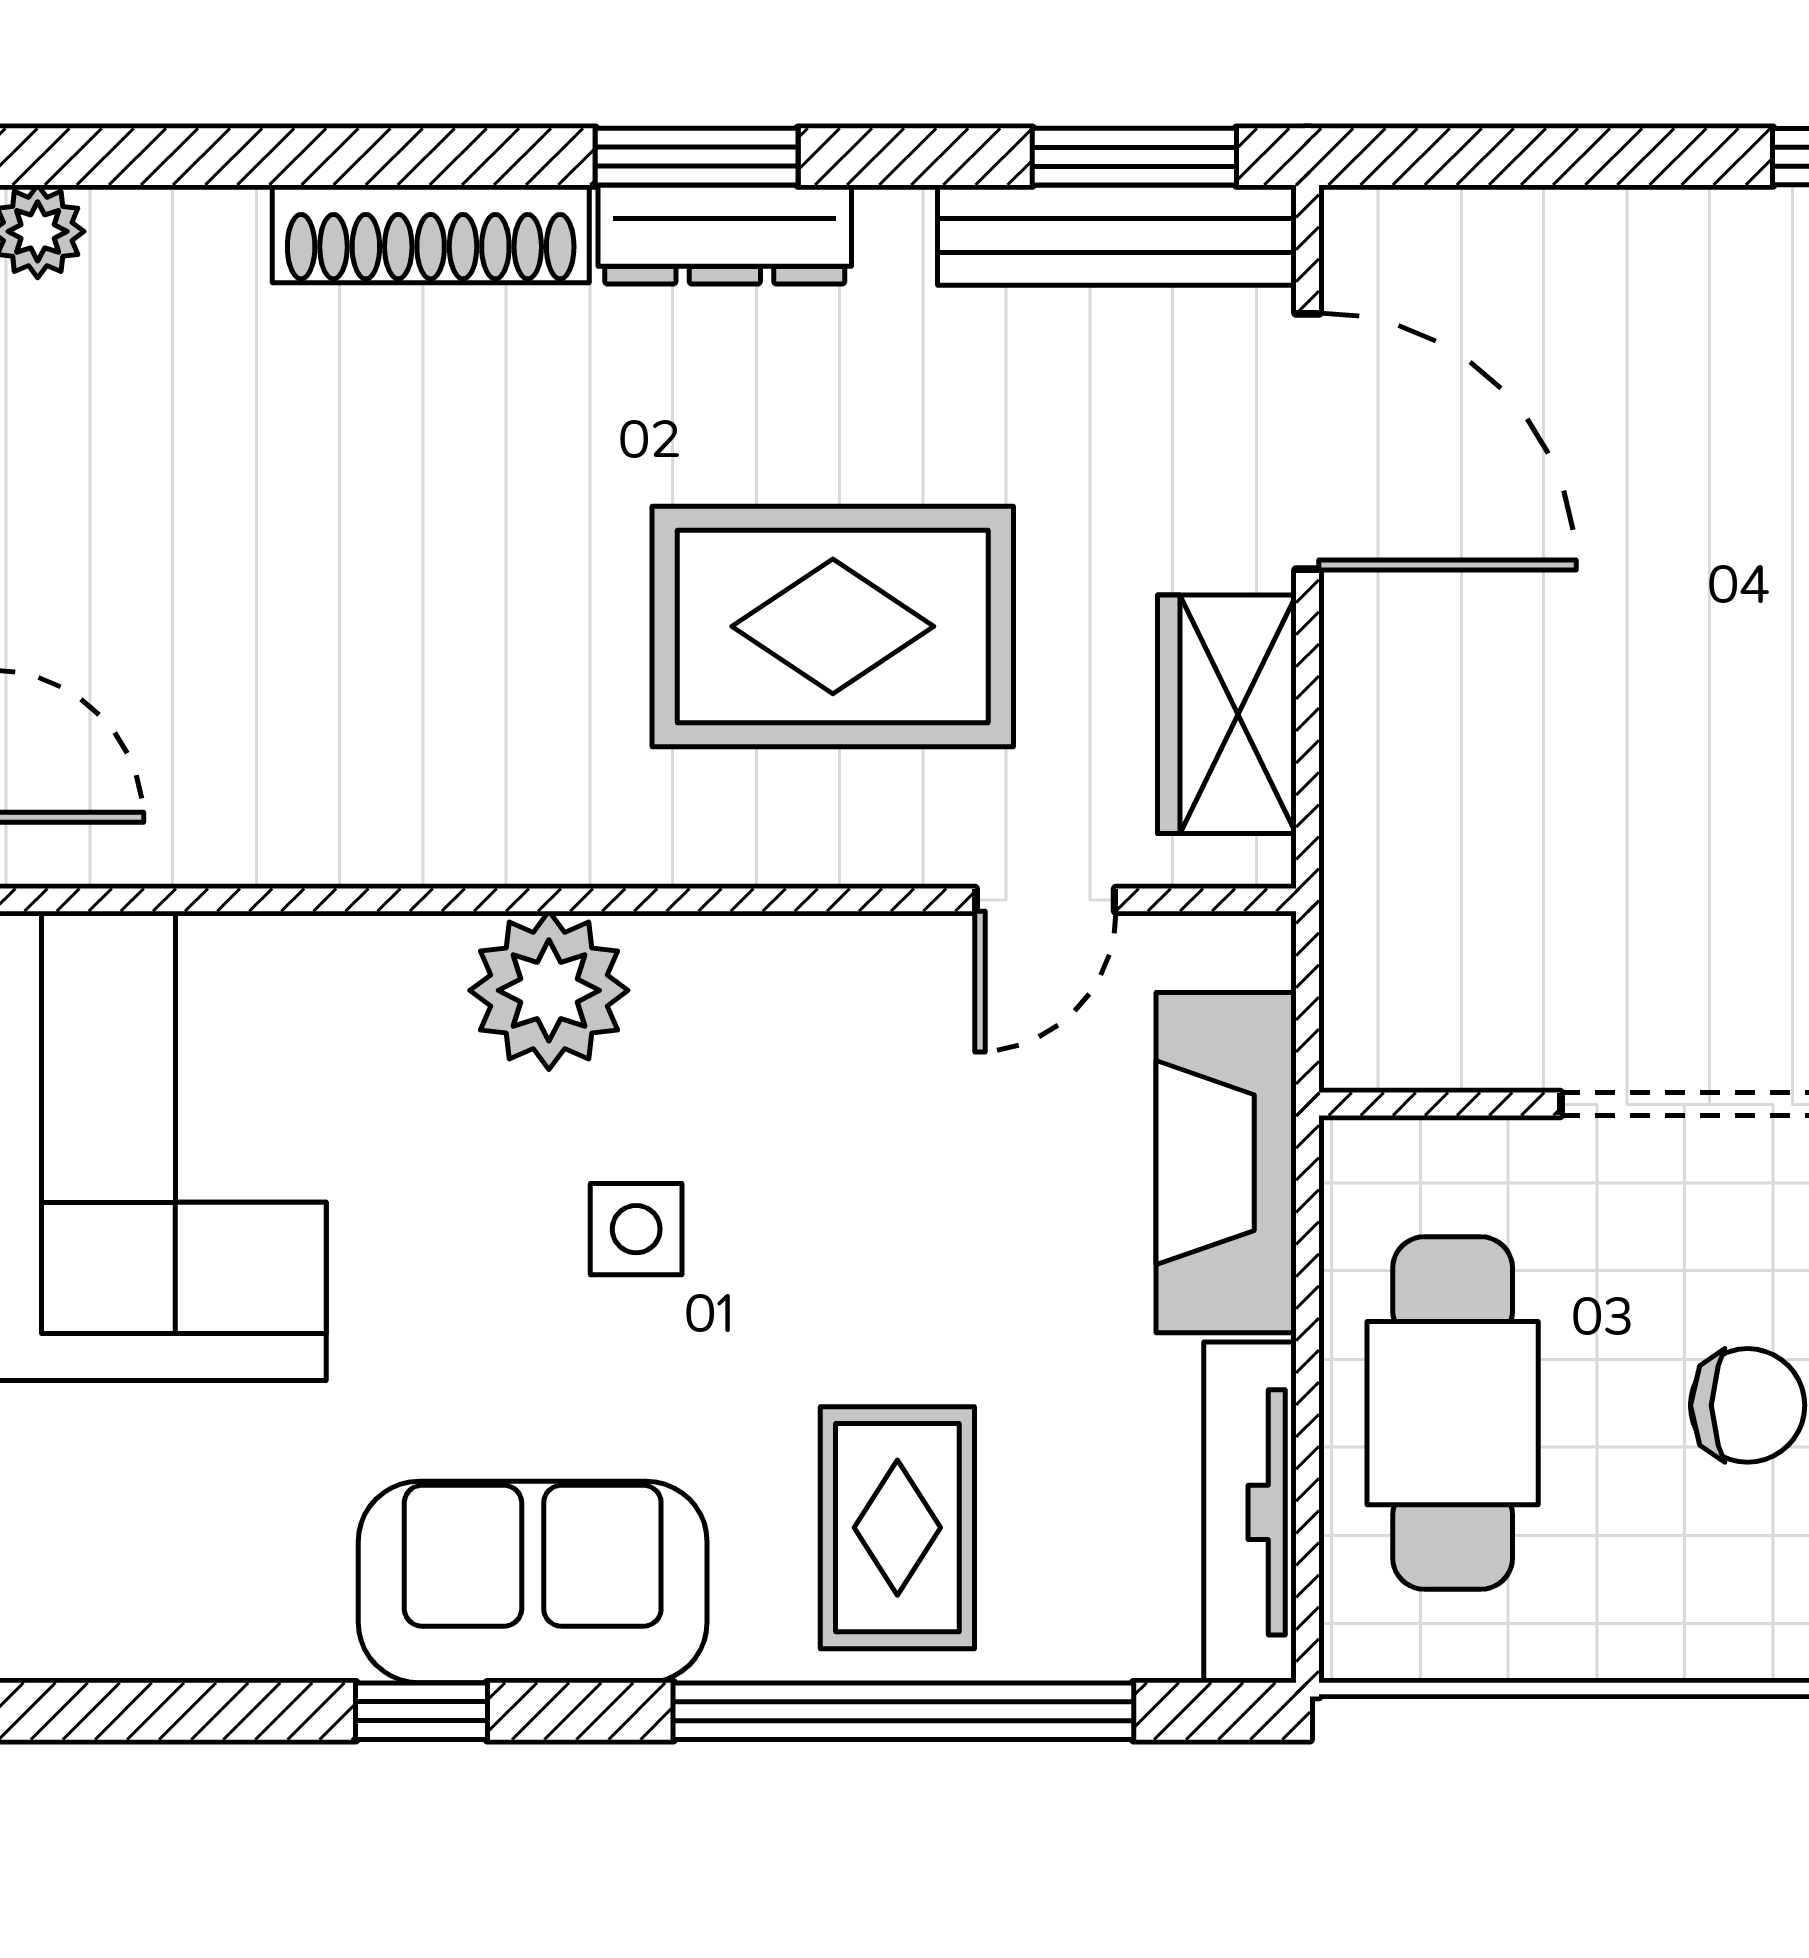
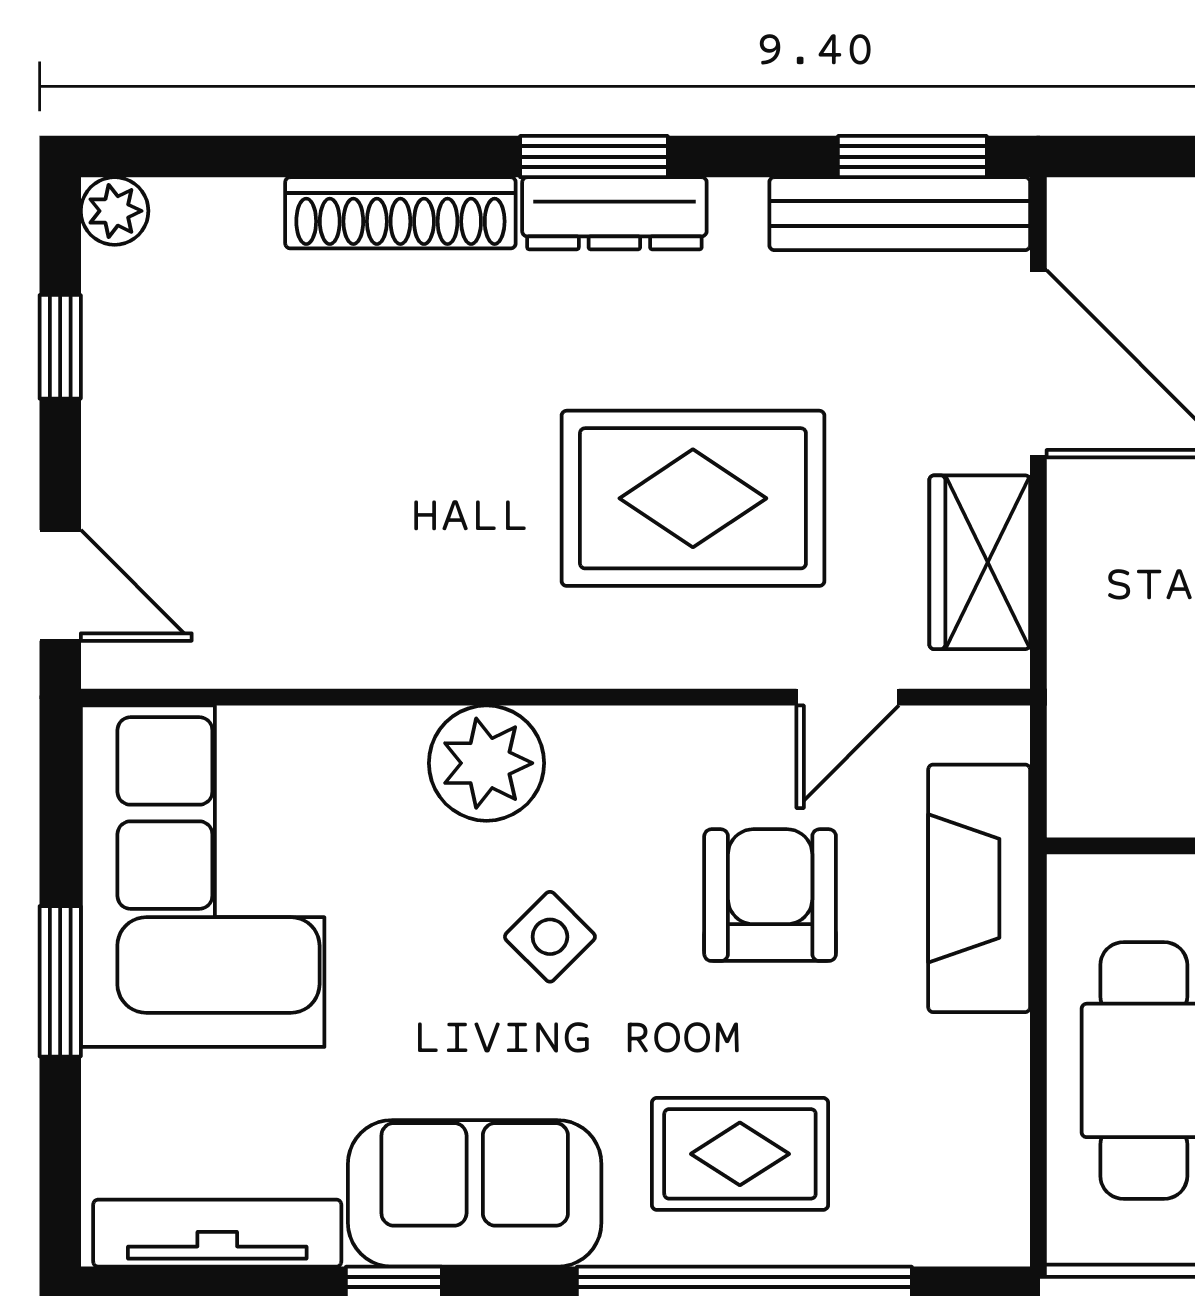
armchair: (939, 1172) -> (770, 895), added
side table: (636, 1229) -> (550, 937), turned 45
tv unit: (1250, 1512) -> (217, 1233), moved, turned 90
rug: (897, 1528) -> (740, 1154), turned 90

